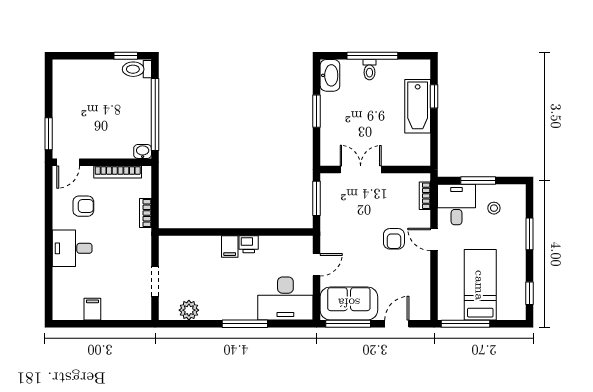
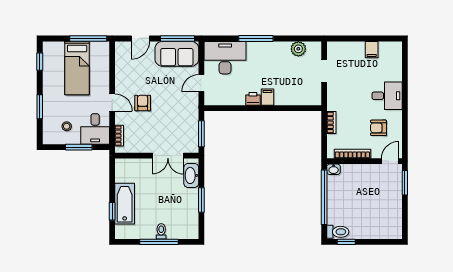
washbasin: (330, 75) -> (191, 175), moved

